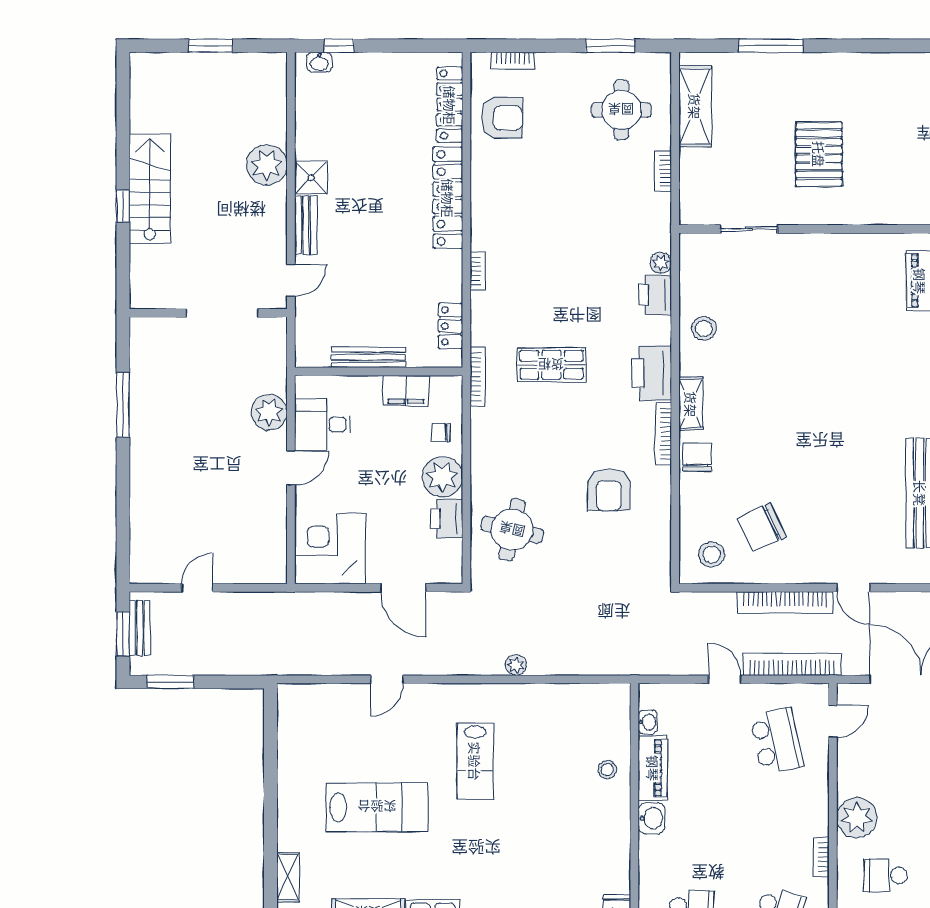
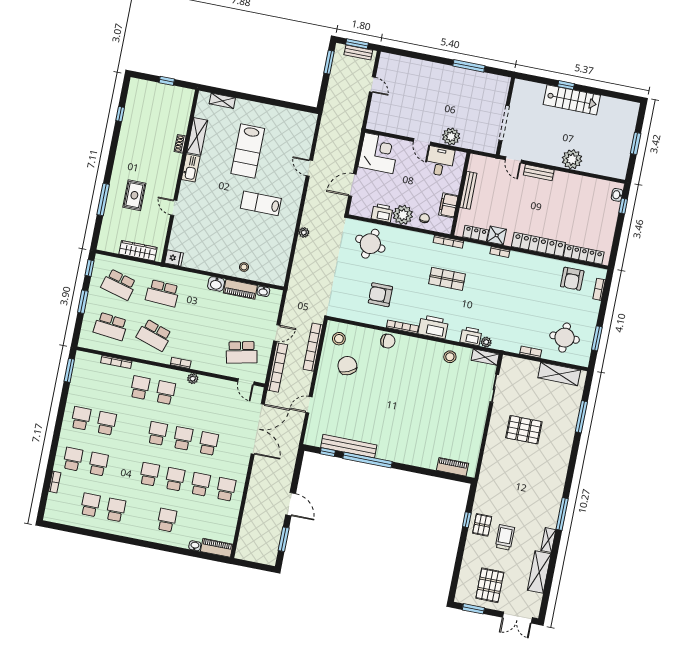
shower: (311, 178) -> (497, 235), moved
shop shelf: (551, 365) -> (447, 279), turned 90
shelving: (691, 404) -> (485, 357), moved
bookcase: (785, 602) -> (313, 347), moved
plant: (857, 818) -> (193, 379), width x0.53, depth x0.53

